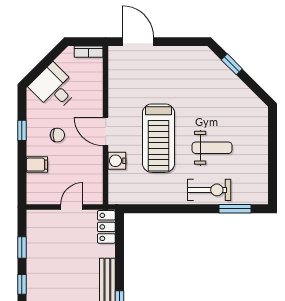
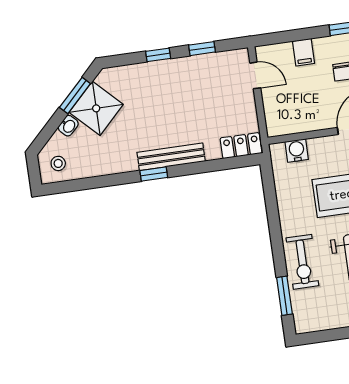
water cooler: (117, 161) -> (297, 150), moved
door: (72, 207) -> (255, 75), moved

